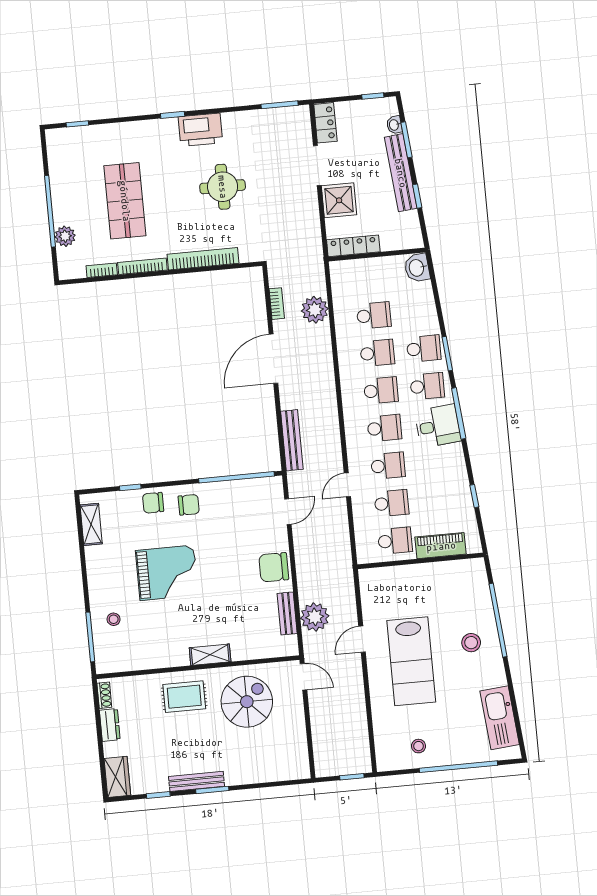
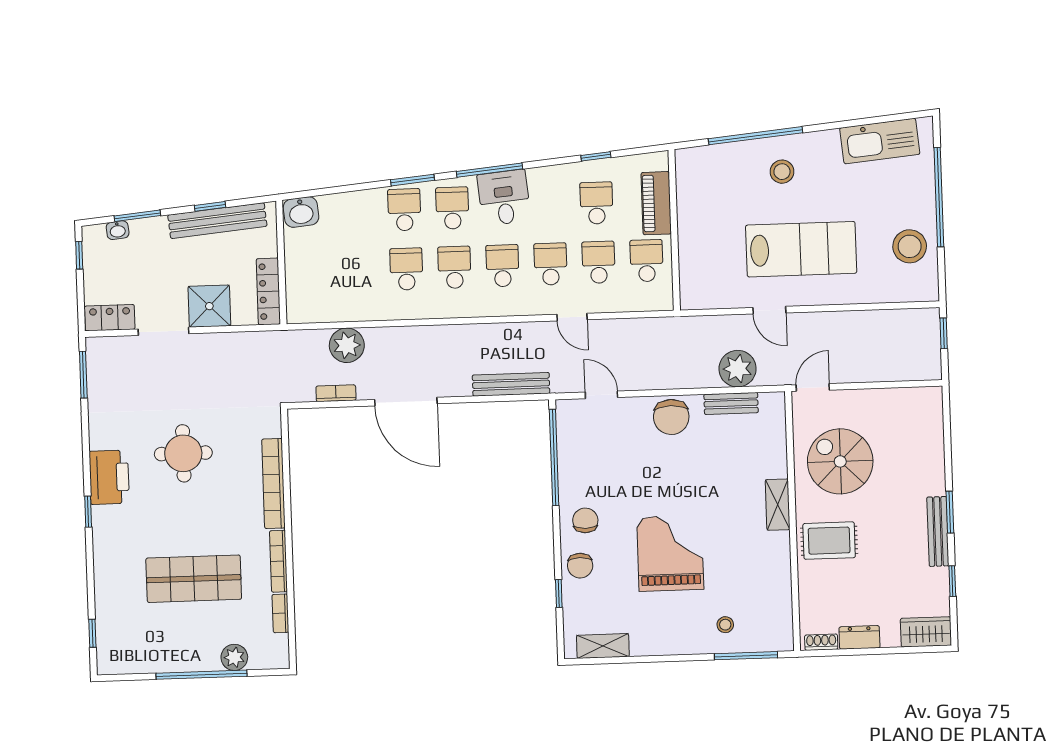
bench: (401, 173) -> (217, 221), moved
school desk: (374, 315) -> (596, 203), moved
rug: (184, 697) -> (829, 541), turned 90
stool: (418, 746) -> (910, 246), width x1.89, depth x1.89

